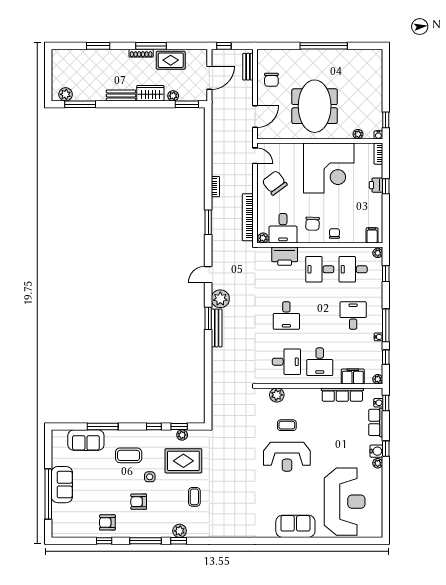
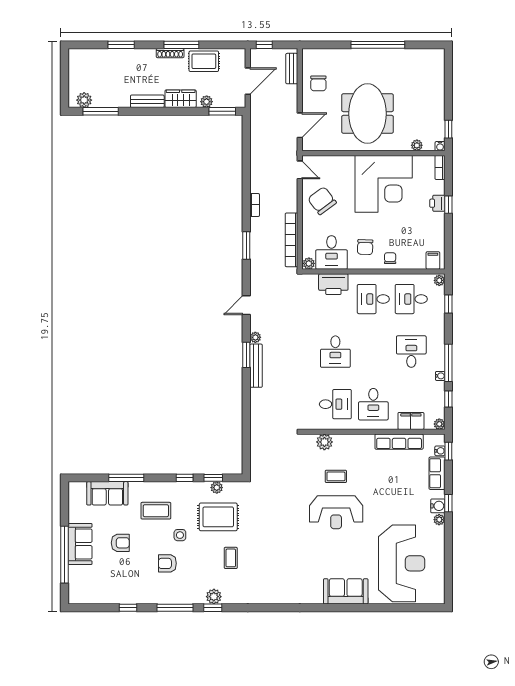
plant: (220, 299) -> (255, 337), width x0.53, depth x0.53
armchair: (107, 522) -> (120, 543), moved, turned 180

